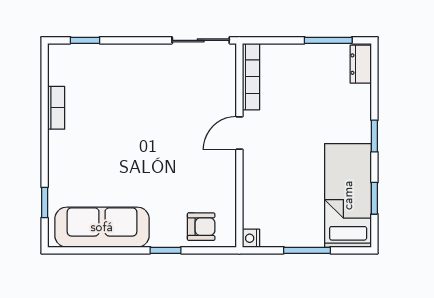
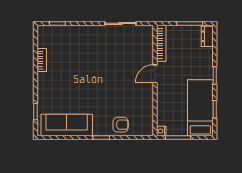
bookcase: (251, 77) -> (161, 43), moved
door: (239, 133) -> (155, 74), moved
wall: (239, 145) -> (155, 80), moved
nightstand: (251, 238) -> (161, 131), moved

